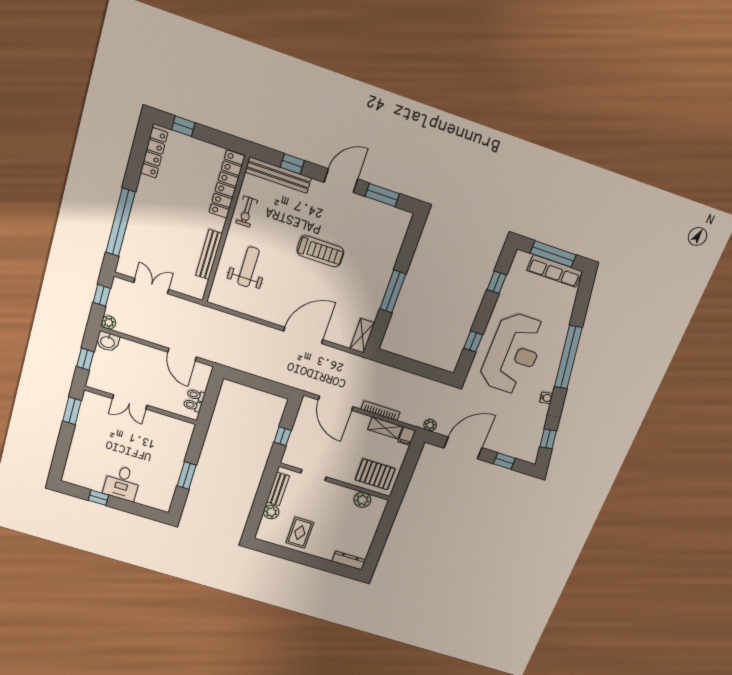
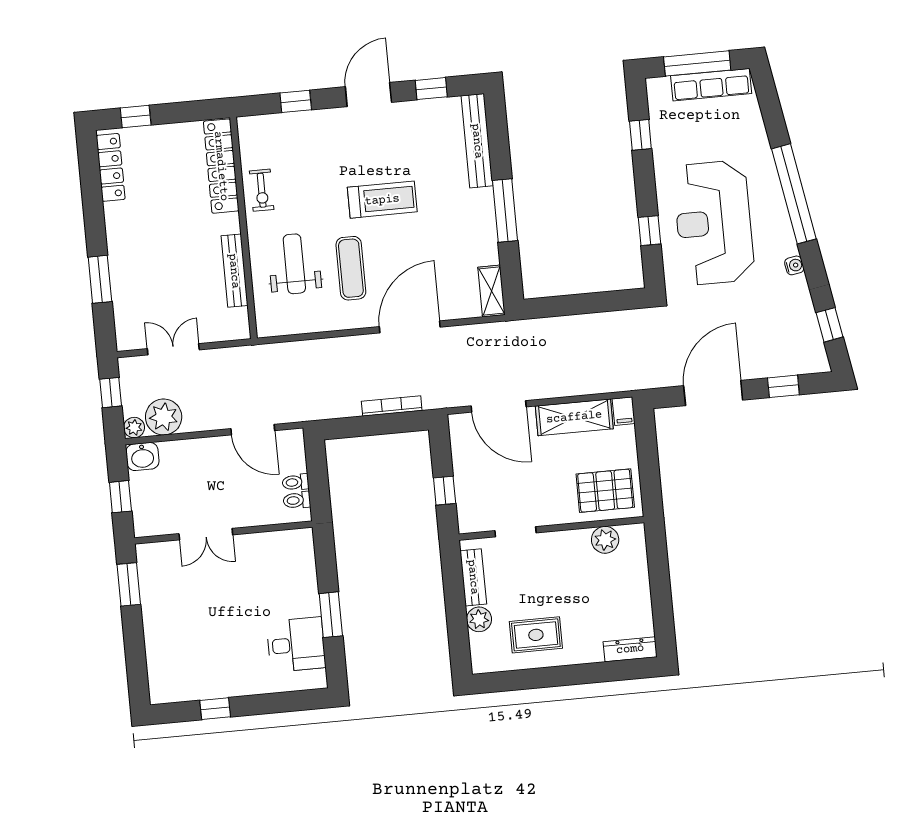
bench: (278, 175) -> (477, 141), moved, turned 90
window: (382, 195) -> (431, 89), width x0.67
window: (120, 222) -> (100, 279), width x0.47
exercise mat: (283, 285) -> (351, 268), added
reception desk: (513, 353) -> (714, 223), turned 180
bookcase: (381, 411) -> (392, 406), moved
plant: (430, 425) -> (164, 417), moved, width x1.87, depth x1.87
shelving: (385, 428) -> (574, 417), width x1.50, depth x1.33
desk: (122, 483) -> (296, 645), moved, turned -90
rug: (300, 533) -> (536, 635), turned 90

